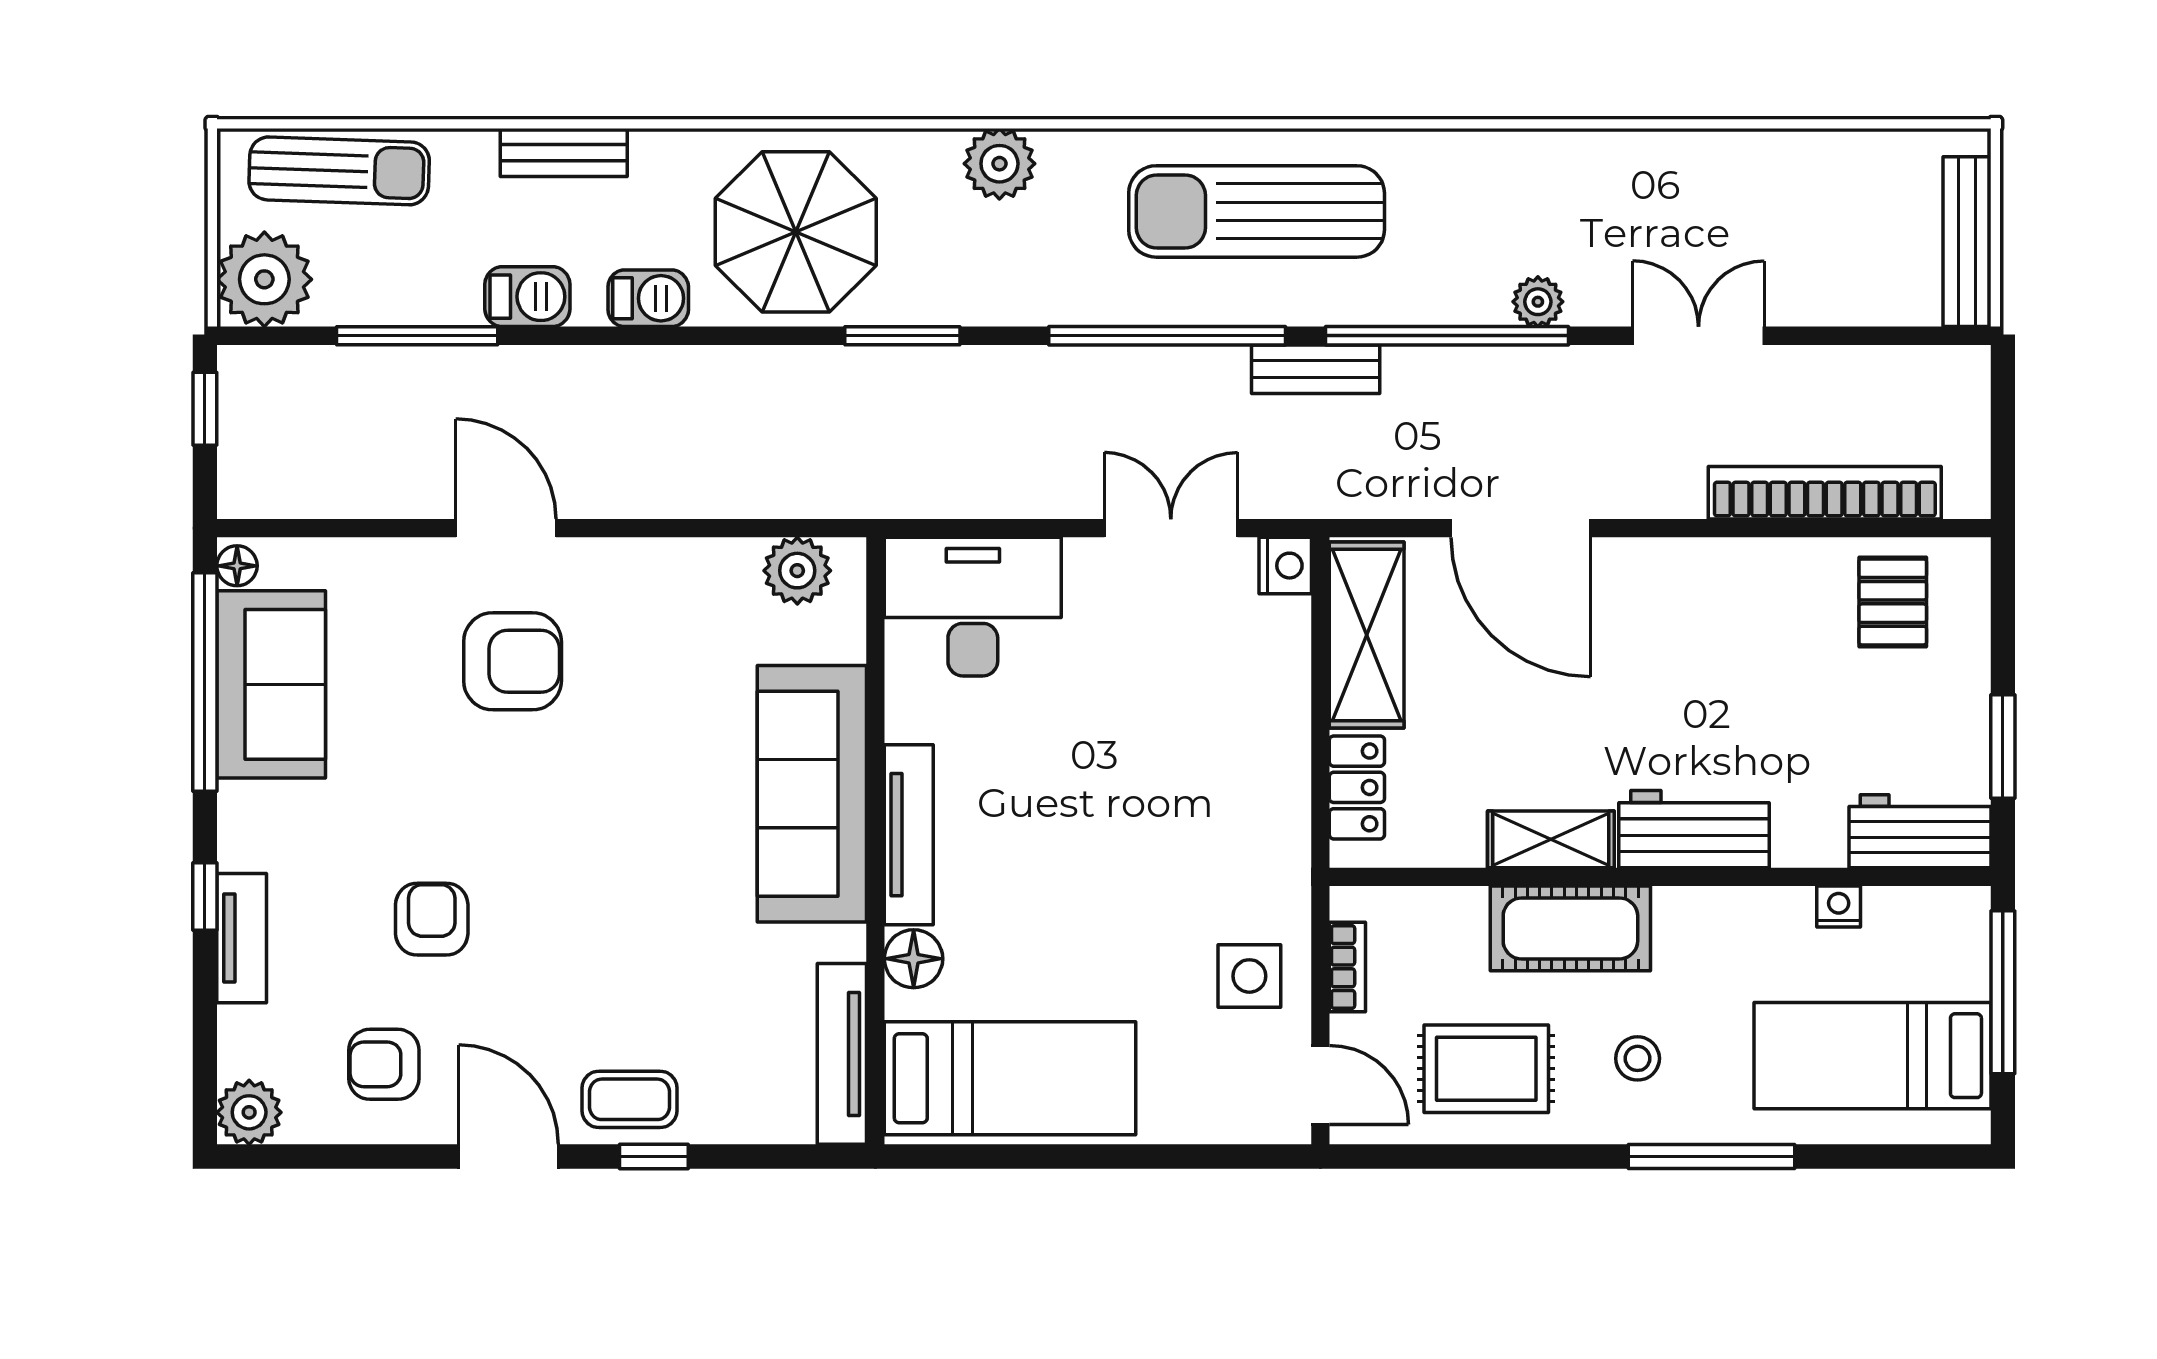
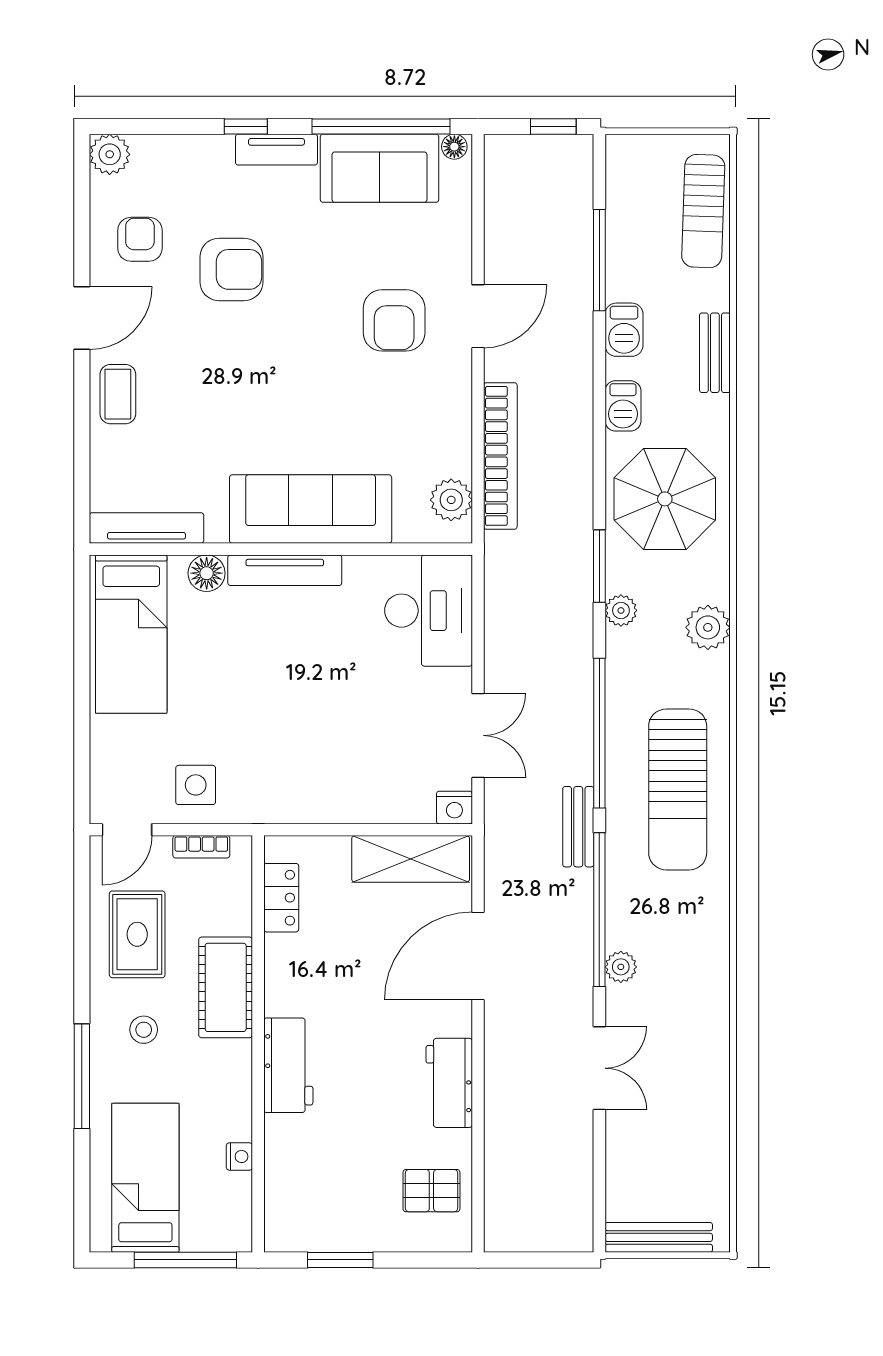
sun lounger: (1257, 211) -> (678, 789), turned 180
plant: (264, 279) -> (621, 610), moved, width x0.53, depth x0.53
bookcase: (1825, 493) -> (500, 456), moved
locker: (1357, 787) -> (281, 898), moved, turned -90
workbench: (1920, 831) -> (449, 1083), moved, turned 180
shelving: (1551, 839) -> (282, 975), removed
armchair: (432, 919) -> (232, 269), width x1.38, depth x1.38
tv unit: (242, 938) -> (276, 150), moved
window: (654, 1156) -> (82, 409), removed

